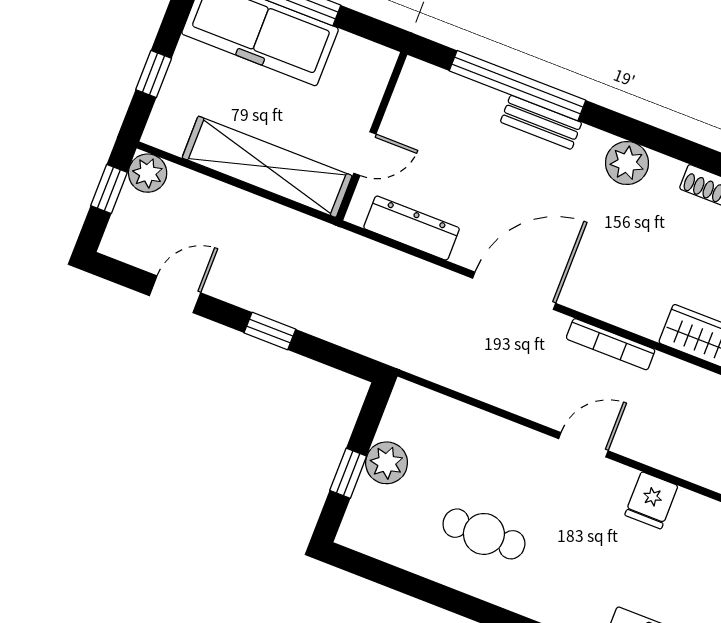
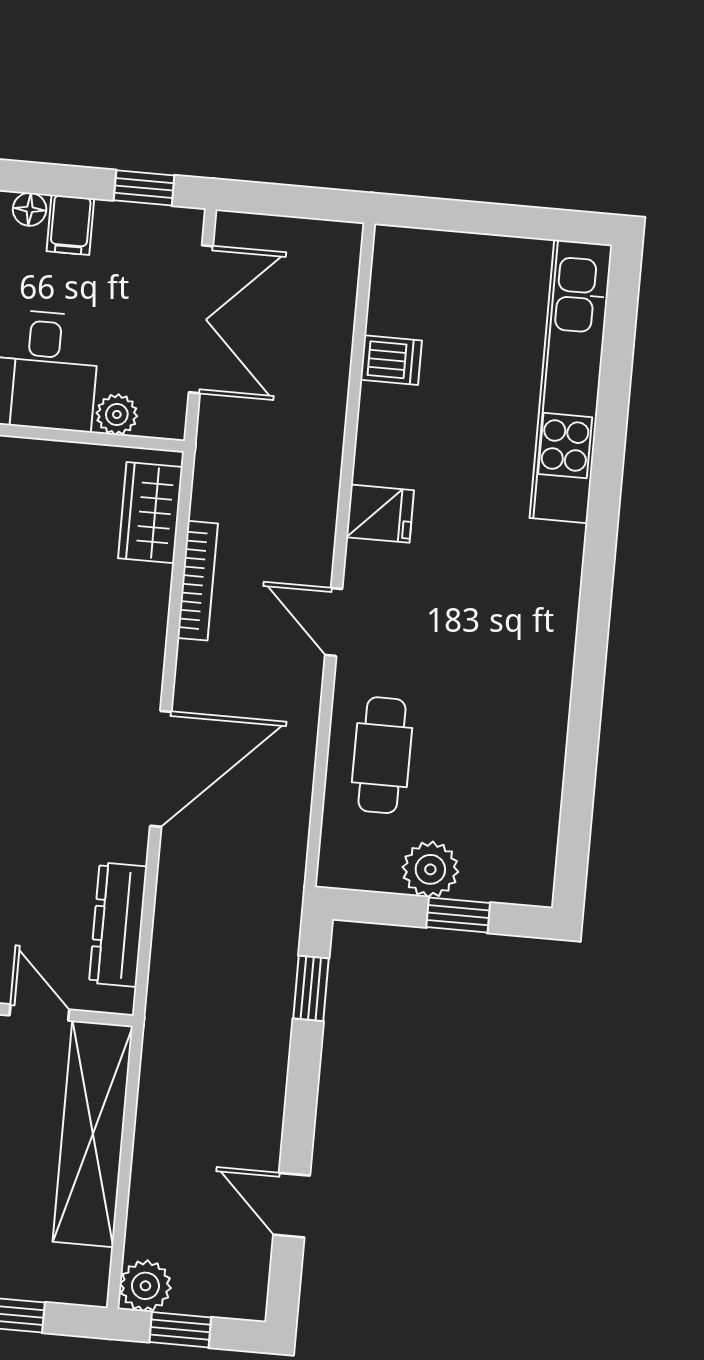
door: (514, 291) -> (161, 769), swing flipped
window: (270, 331) -> (311, 988), moved
bookcase: (611, 344) -> (198, 581), moved
cafe table: (484, 534) -> (382, 755), moved

